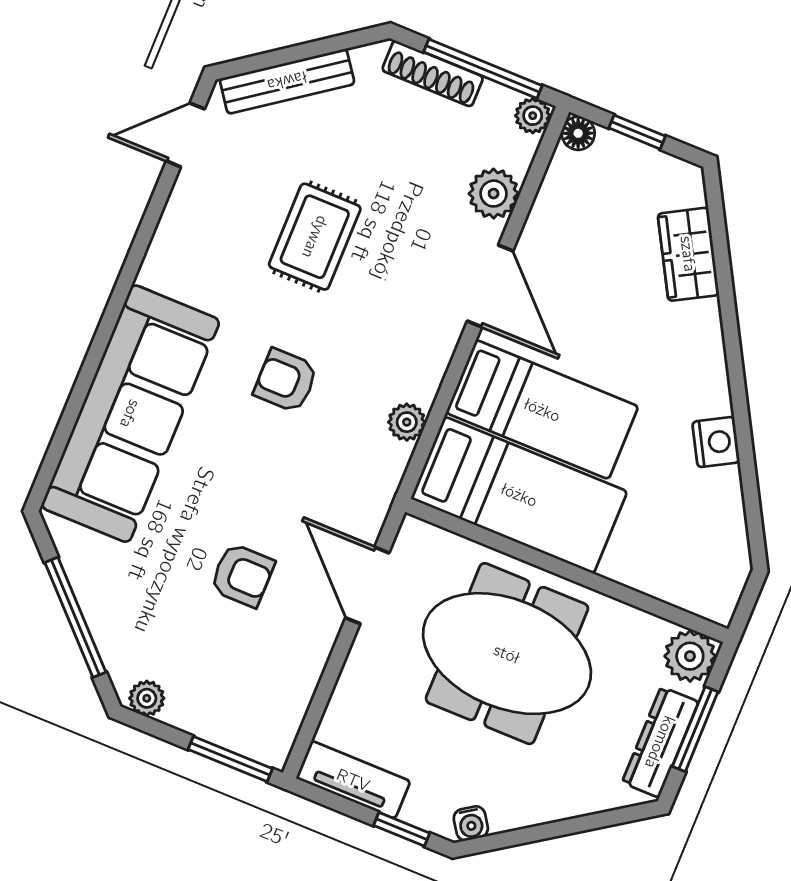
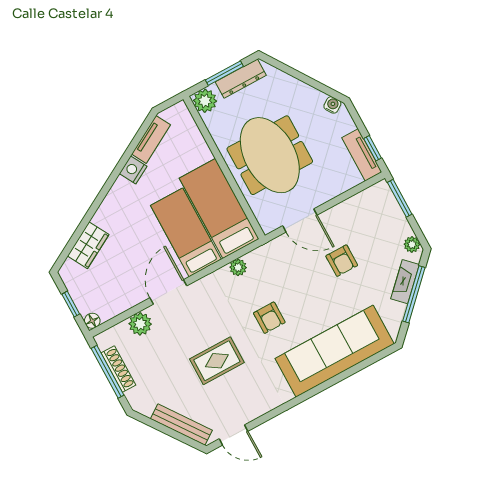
shoe rack: (433, 74) -> (118, 369), moved
plant: (533, 116) -> (103, 340), removed
tv unit: (728, 518) -> (151, 139), added
armchair: (242, 575) -> (342, 261), turned 180
door: (367, 585) -> (300, 220), hinge flipped
fireplace: (107, 626) -> (405, 282), added
window: (402, 829) -> (373, 148), moved

